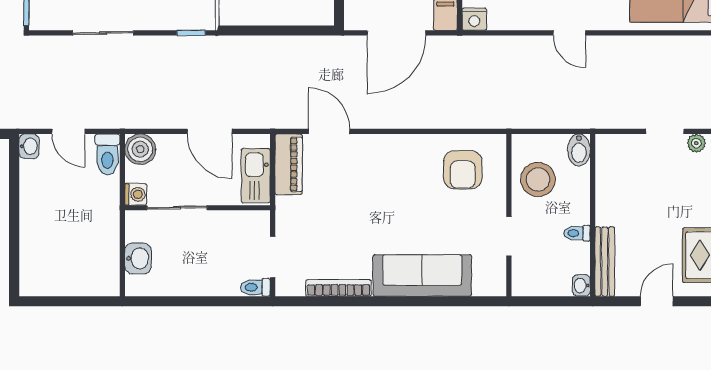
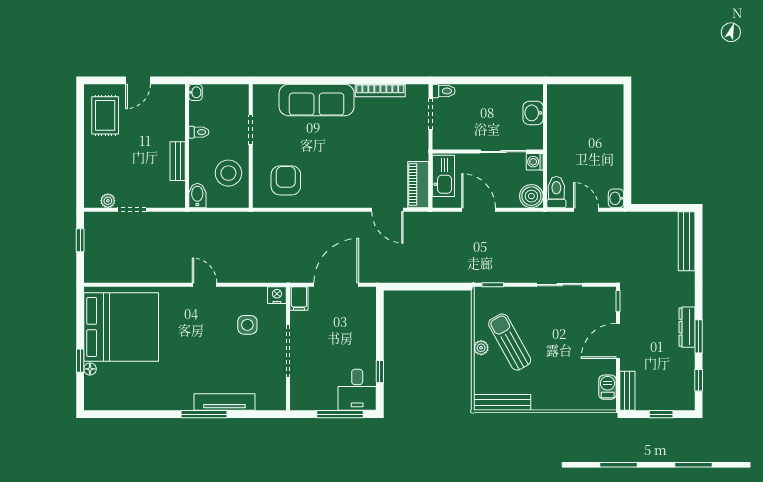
bench: (605, 262) -> (178, 161), moved, width x0.73

